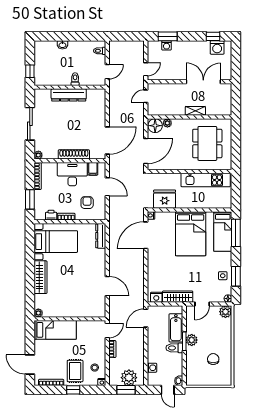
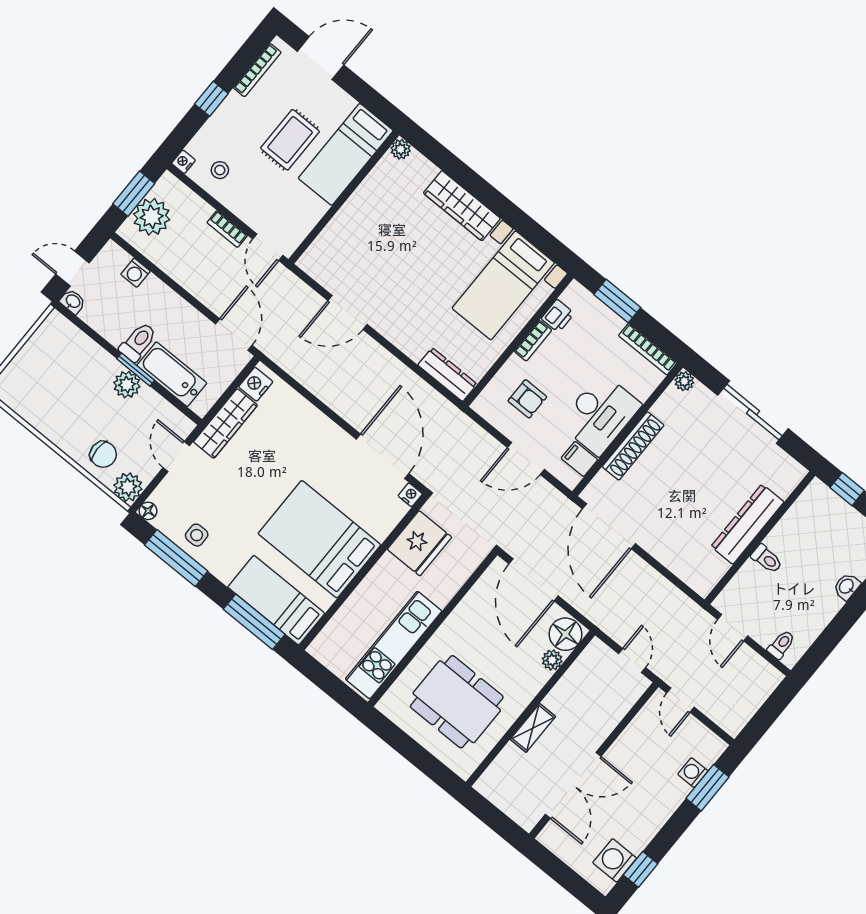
window: (236, 276) -> (176, 558), width x1.44
chair: (213, 359) -> (103, 454), moved
rug: (75, 371) -> (290, 140), moved, turned 90

